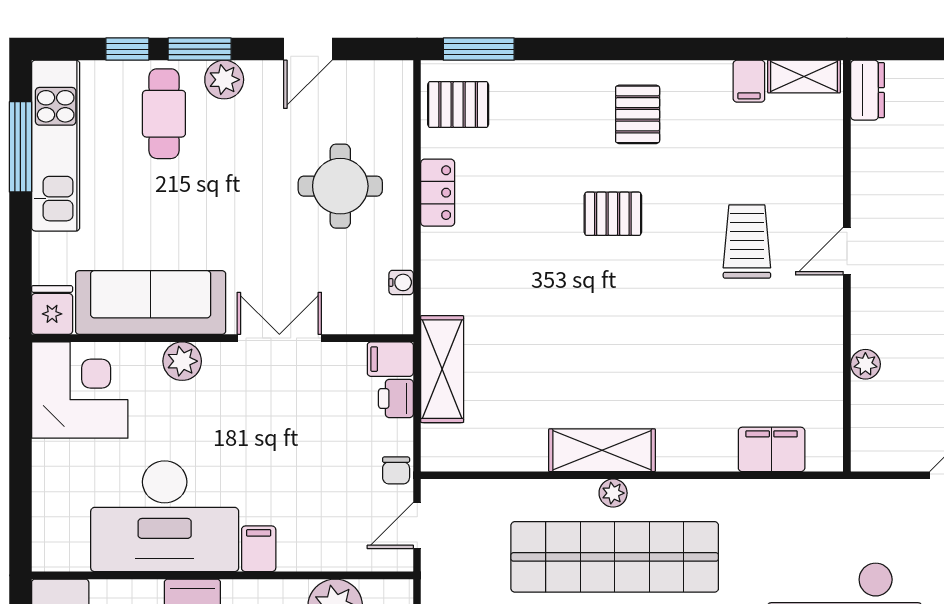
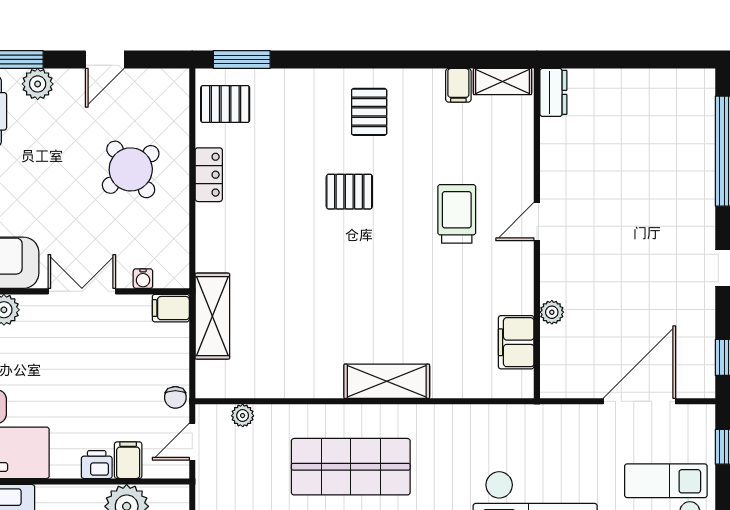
round table: (340, 186) -> (131, 169), turned -38
water cooler: (401, 282) -> (143, 279), moved, turned 90
printer: (396, 398) -> (97, 465), moved, turned 90
filing cabinet: (772, 449) -> (516, 342), moved, turned -90
shelving: (602, 450) -> (387, 381), moved
plant: (613, 493) -> (243, 416), moved
filing cabinet: (259, 549) -> (128, 460), moved
shop shelf: (615, 557) -> (351, 467), width x0.71

